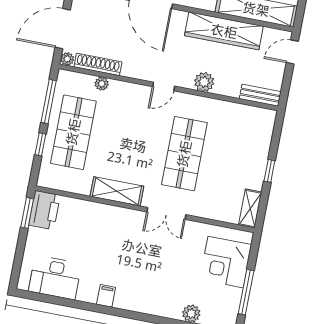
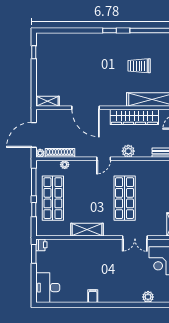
printer: (44, 210) -> (41, 245), width x0.53, depth x0.68
double door: (166, 213) -> (135, 237), moved
desk: (55, 277) -> (48, 288), moved, turned 90

